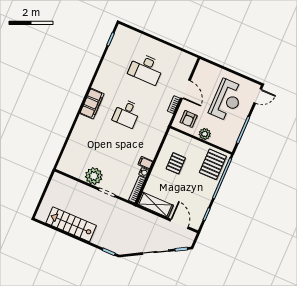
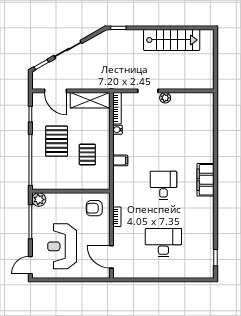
door: (186, 89) -> (111, 257), moved
armchair: (189, 119) -> (94, 208), turned -90
plant: (205, 134) -> (39, 200), moved
filing cabinet: (145, 163) -> (120, 160), moved
pallet: (213, 164) -> (57, 141), moved
plant: (94, 176) -> (165, 98), width x0.53, depth x0.53

